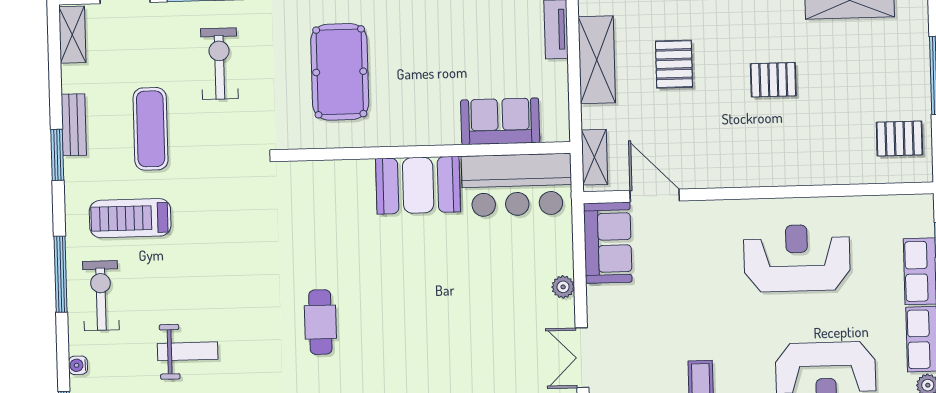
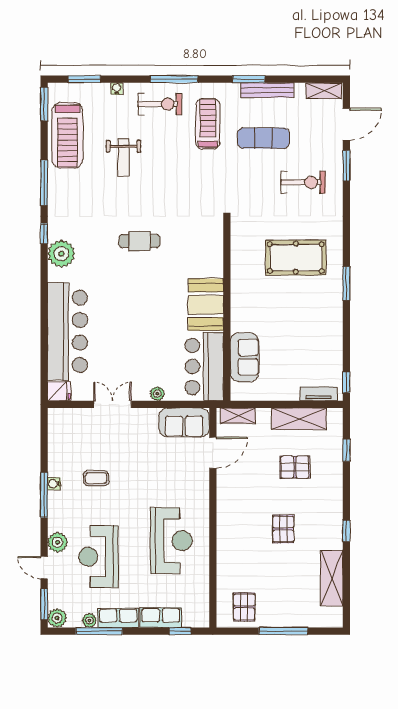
sofa: (500, 121) -> (244, 357), moved
bench: (74, 125) -> (267, 90), width x1.36
wall: (426, 151) -> (227, 310), moved
booth: (418, 185) -> (206, 305), moved
bar counter: (517, 185) -> (204, 366), moved

